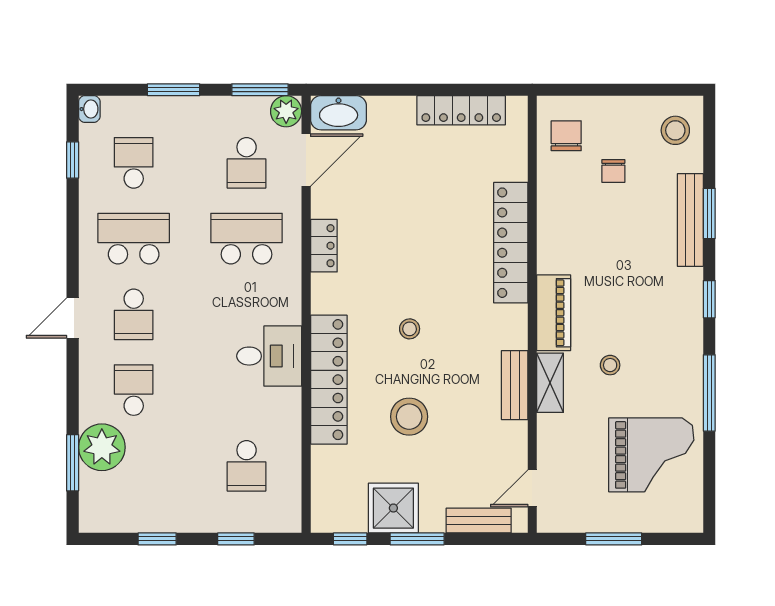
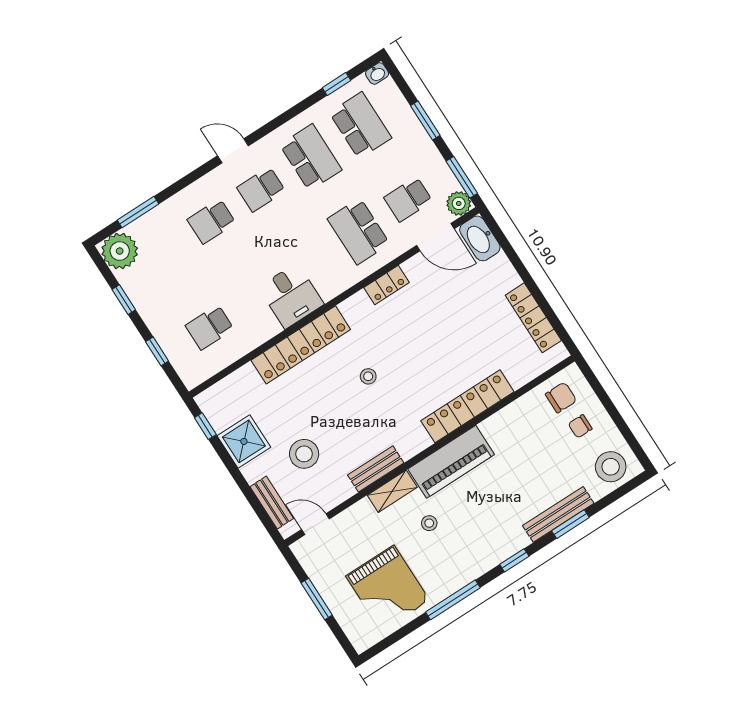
stool: (675, 130) -> (611, 467), width x1.38, depth x1.38
school desk: (134, 163) -> (360, 125), width x1.85
chair: (613, 171) -> (580, 426), moved
school desk: (247, 239) -> (358, 231), turned 180
piano: (554, 313) -> (451, 462), width x1.37, depth x1.33
school desk: (134, 390) -> (211, 221), turned 180
stool: (409, 417) -> (304, 454), moved
plant: (102, 447) -> (120, 251), moved
window: (417, 539) -> (234, 470), removed

